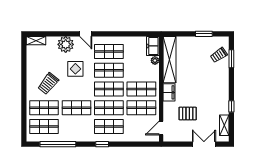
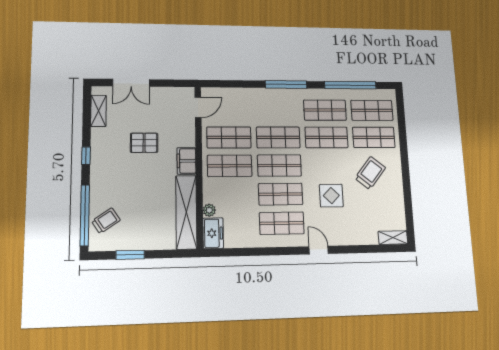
plant: (66, 44) -> (348, 233), removed
window: (231, 59) -> (85, 215), width x2.11
window: (231, 106) -> (86, 156), moved
pallet: (188, 114) -> (144, 143), moved
shop shelf: (109, 127) -> (325, 110), moved
window: (102, 144) -> (286, 84), width x2.17

